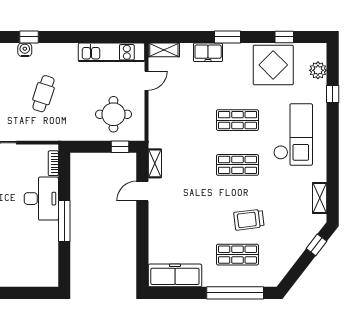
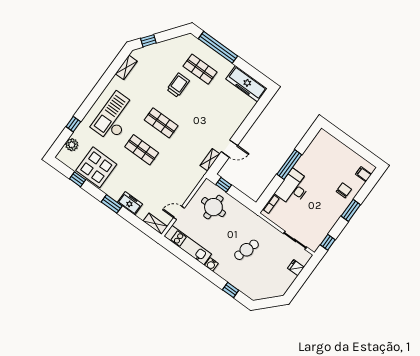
water cooler: (25, 50) -> (211, 264), moved
trolley: (249, 220) -> (178, 85), turned -83

